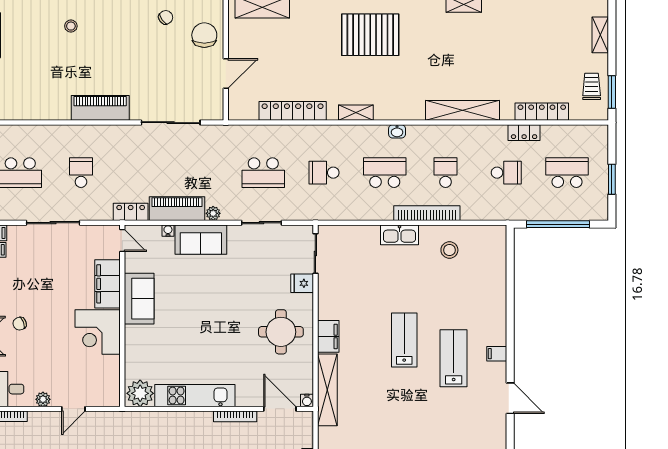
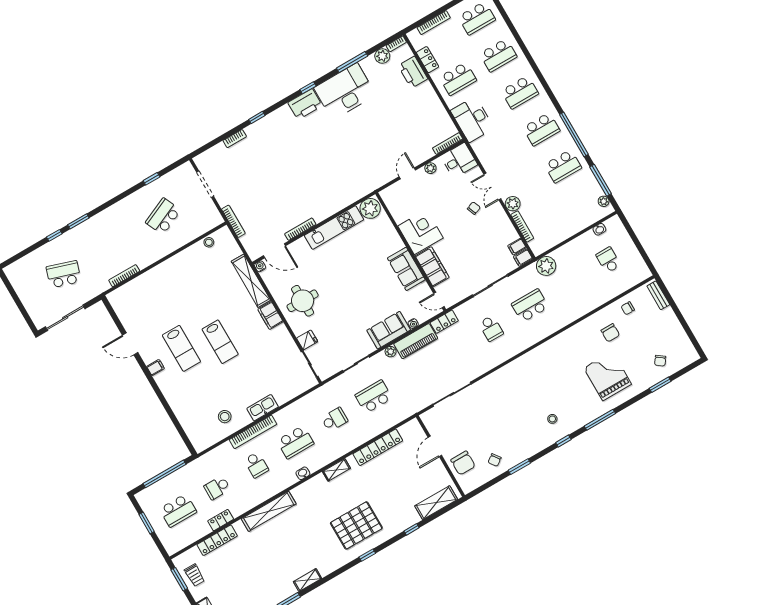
piano: (100, 108) -> (503, 377), removed

